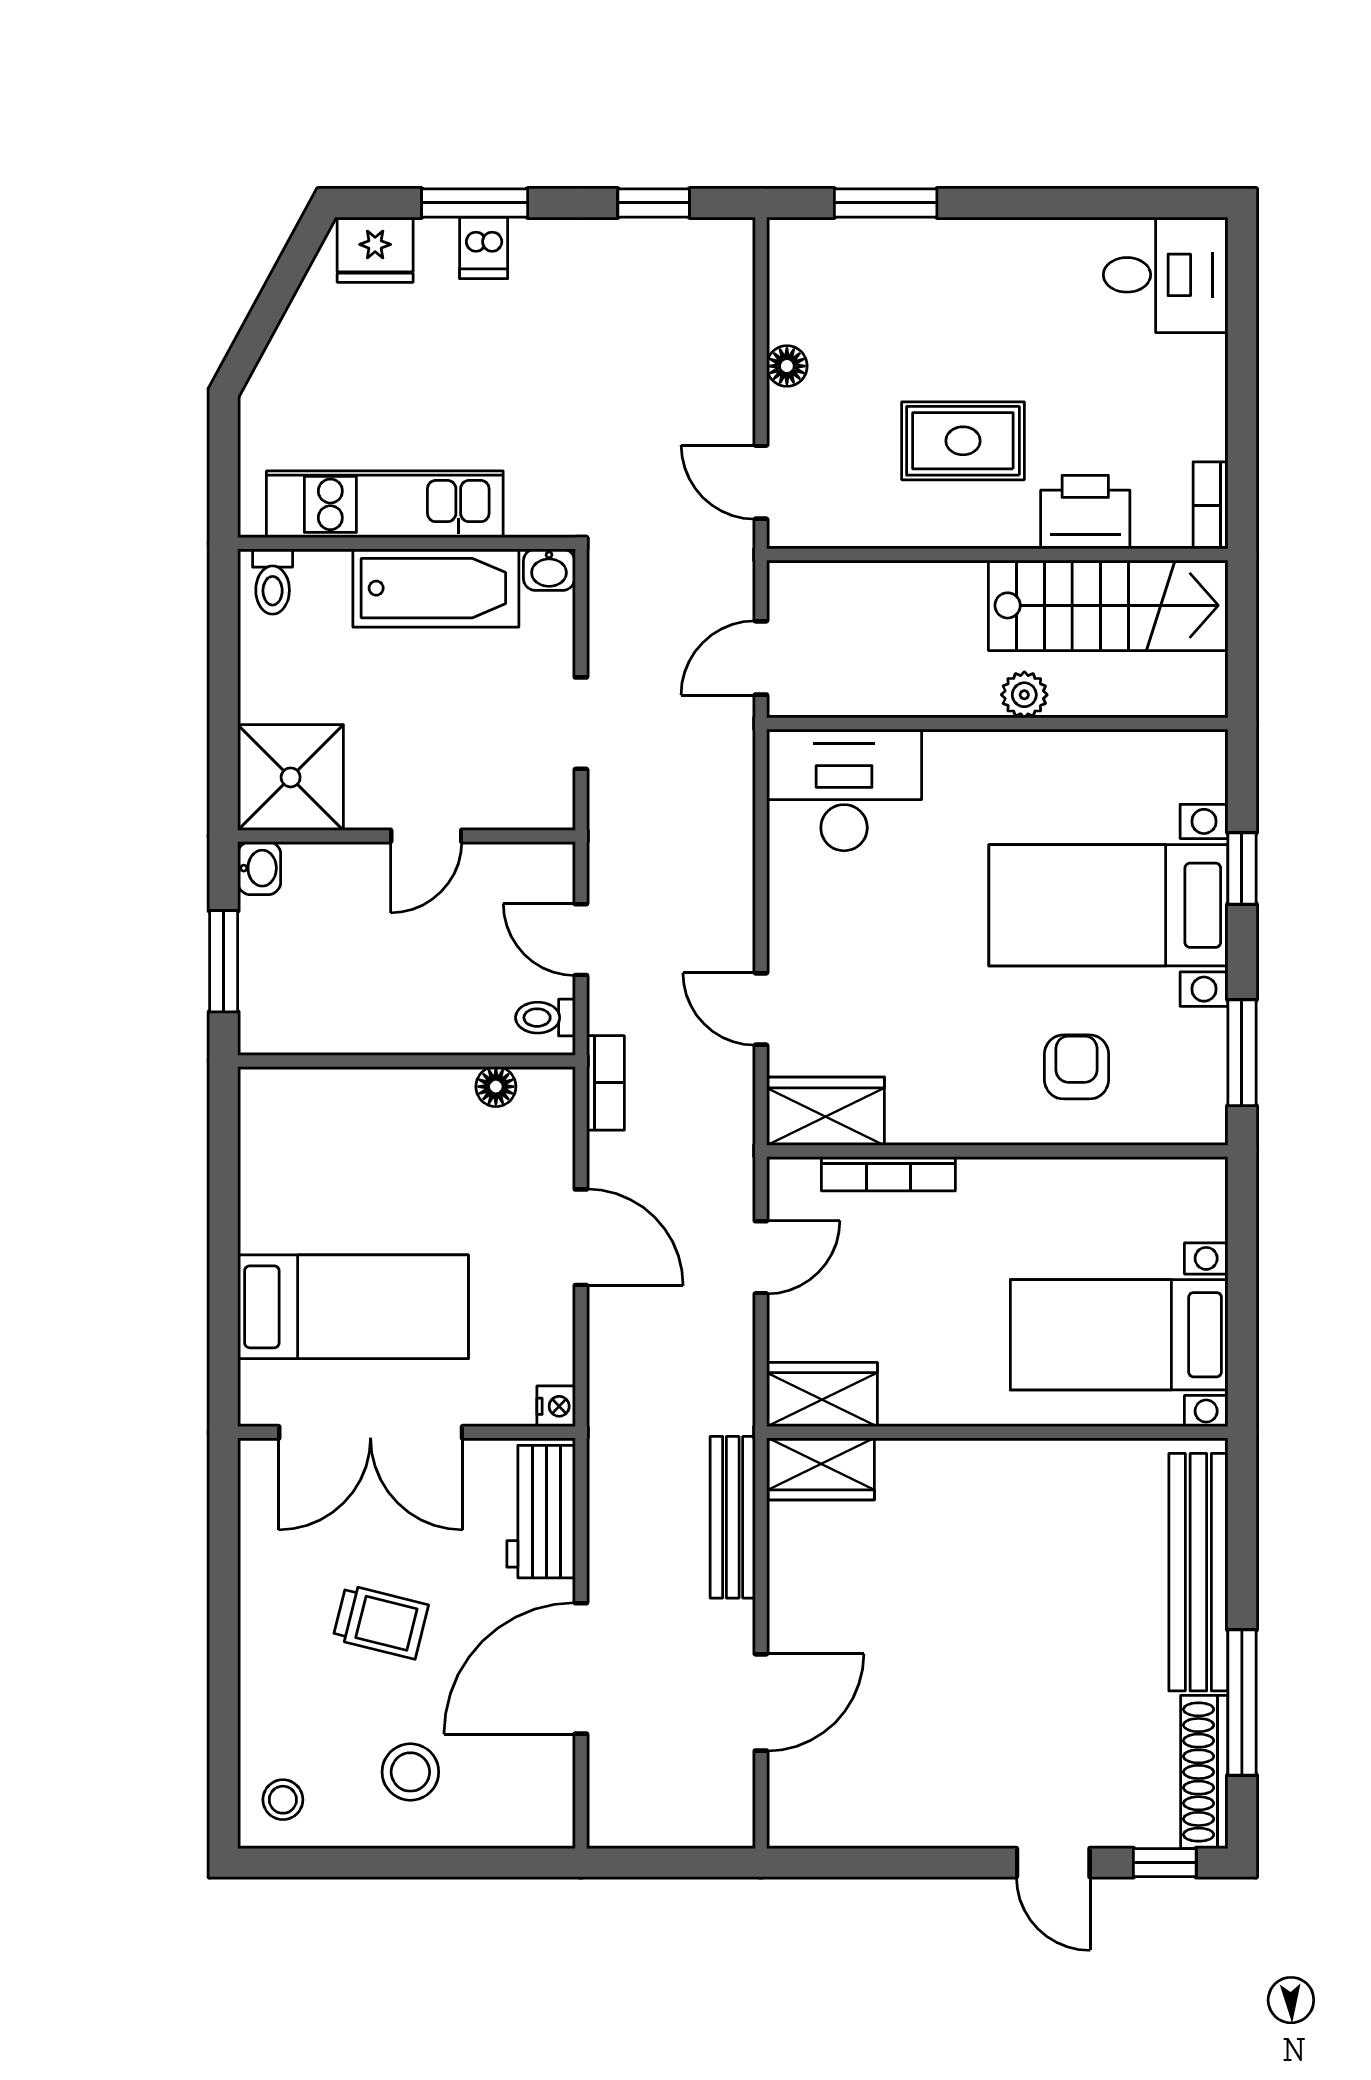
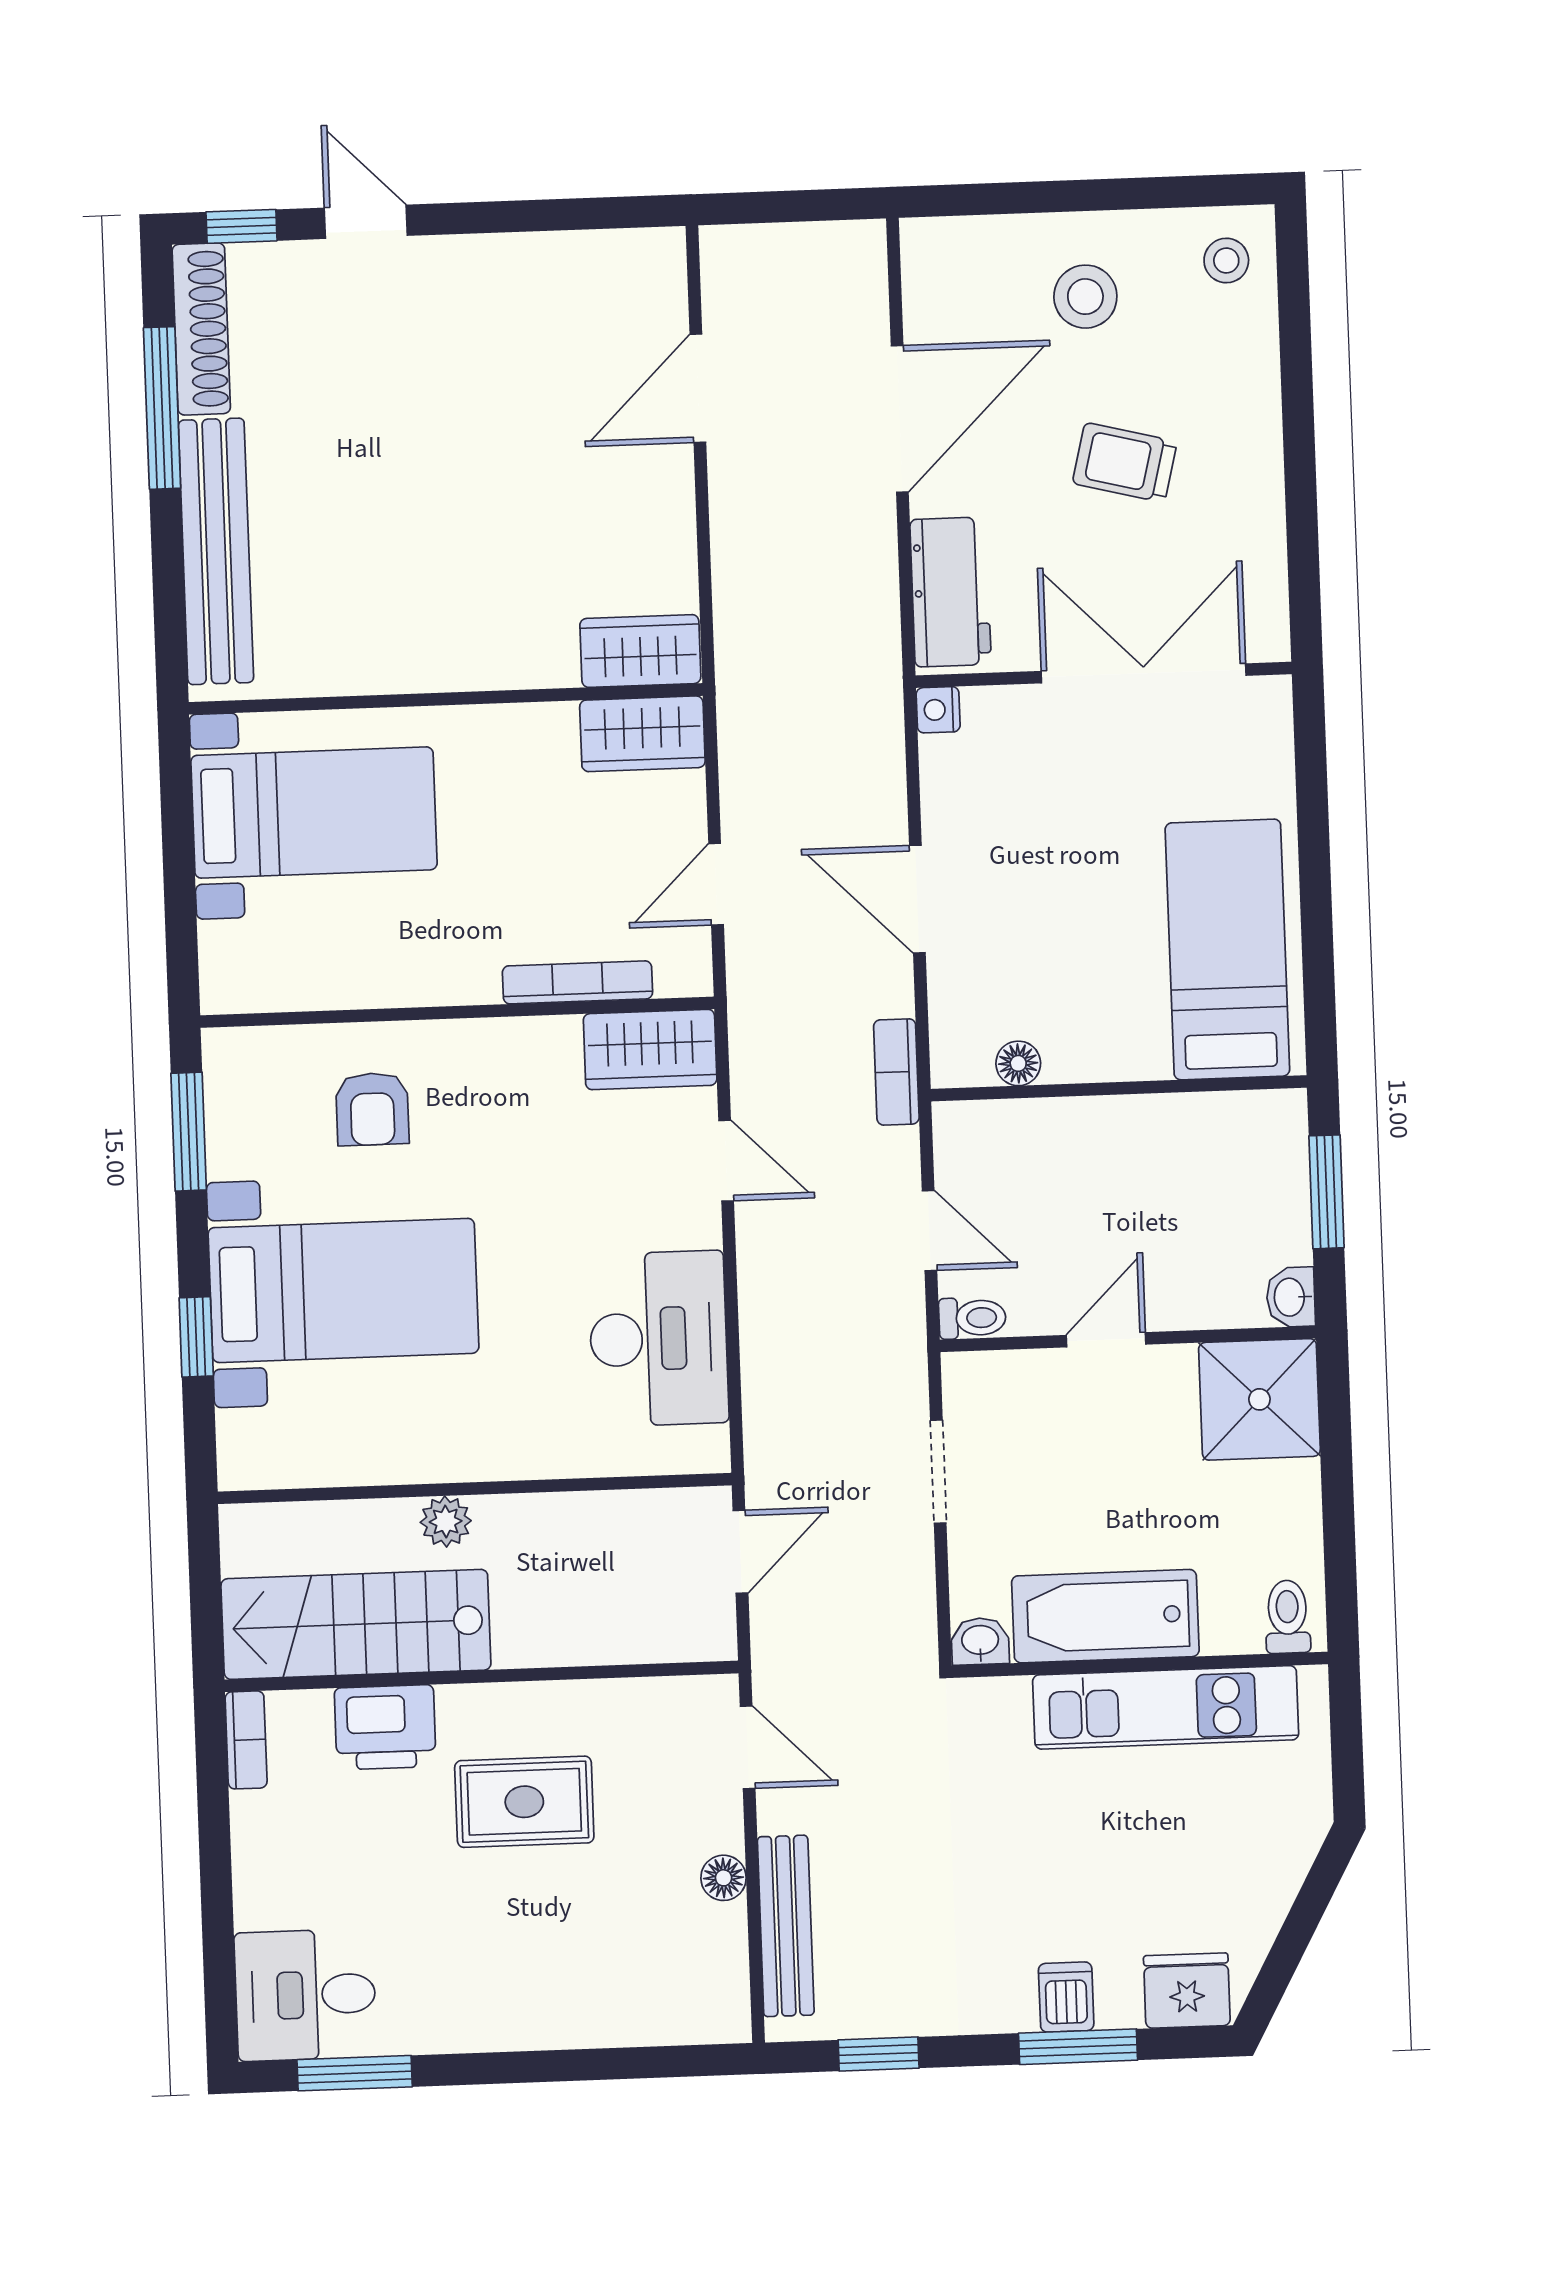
window: (886, 203) -> (355, 2073), moved
desk: (844, 790) -> (659, 1339), moved, turned -90
toilet: (545, 1018) -> (972, 1318), moved
bed: (353, 1307) -> (1227, 949), moved, turned 90
bench: (733, 1517) -> (786, 1926), moved

